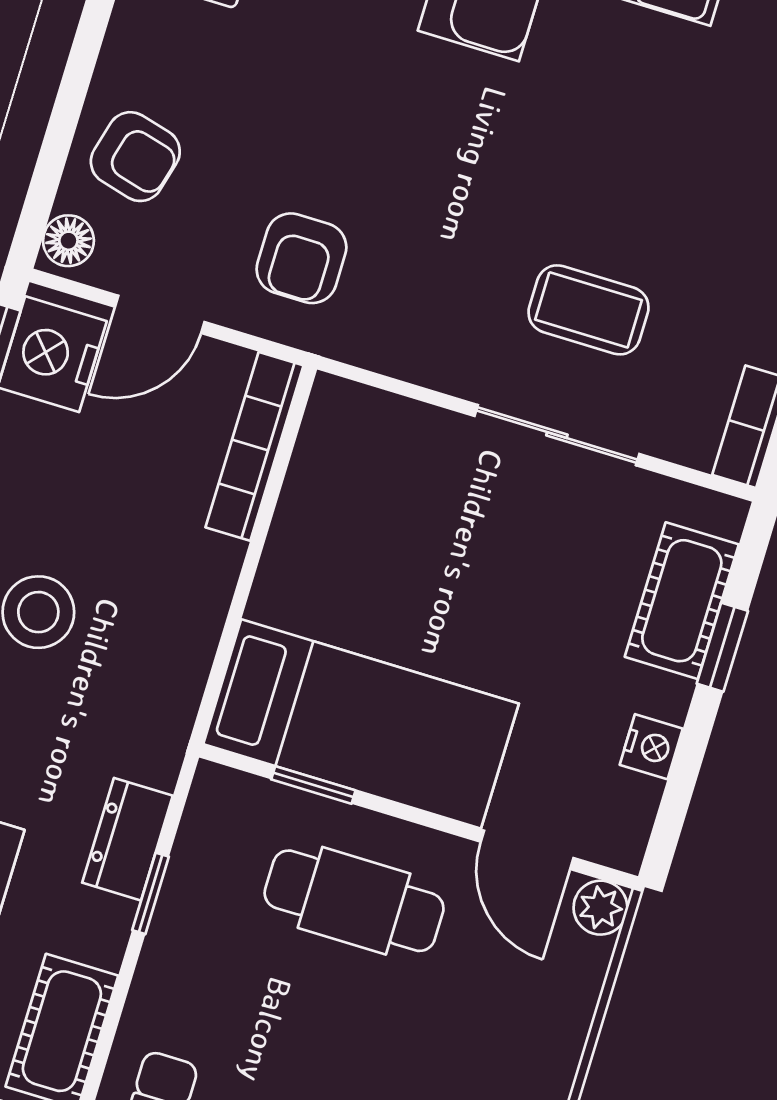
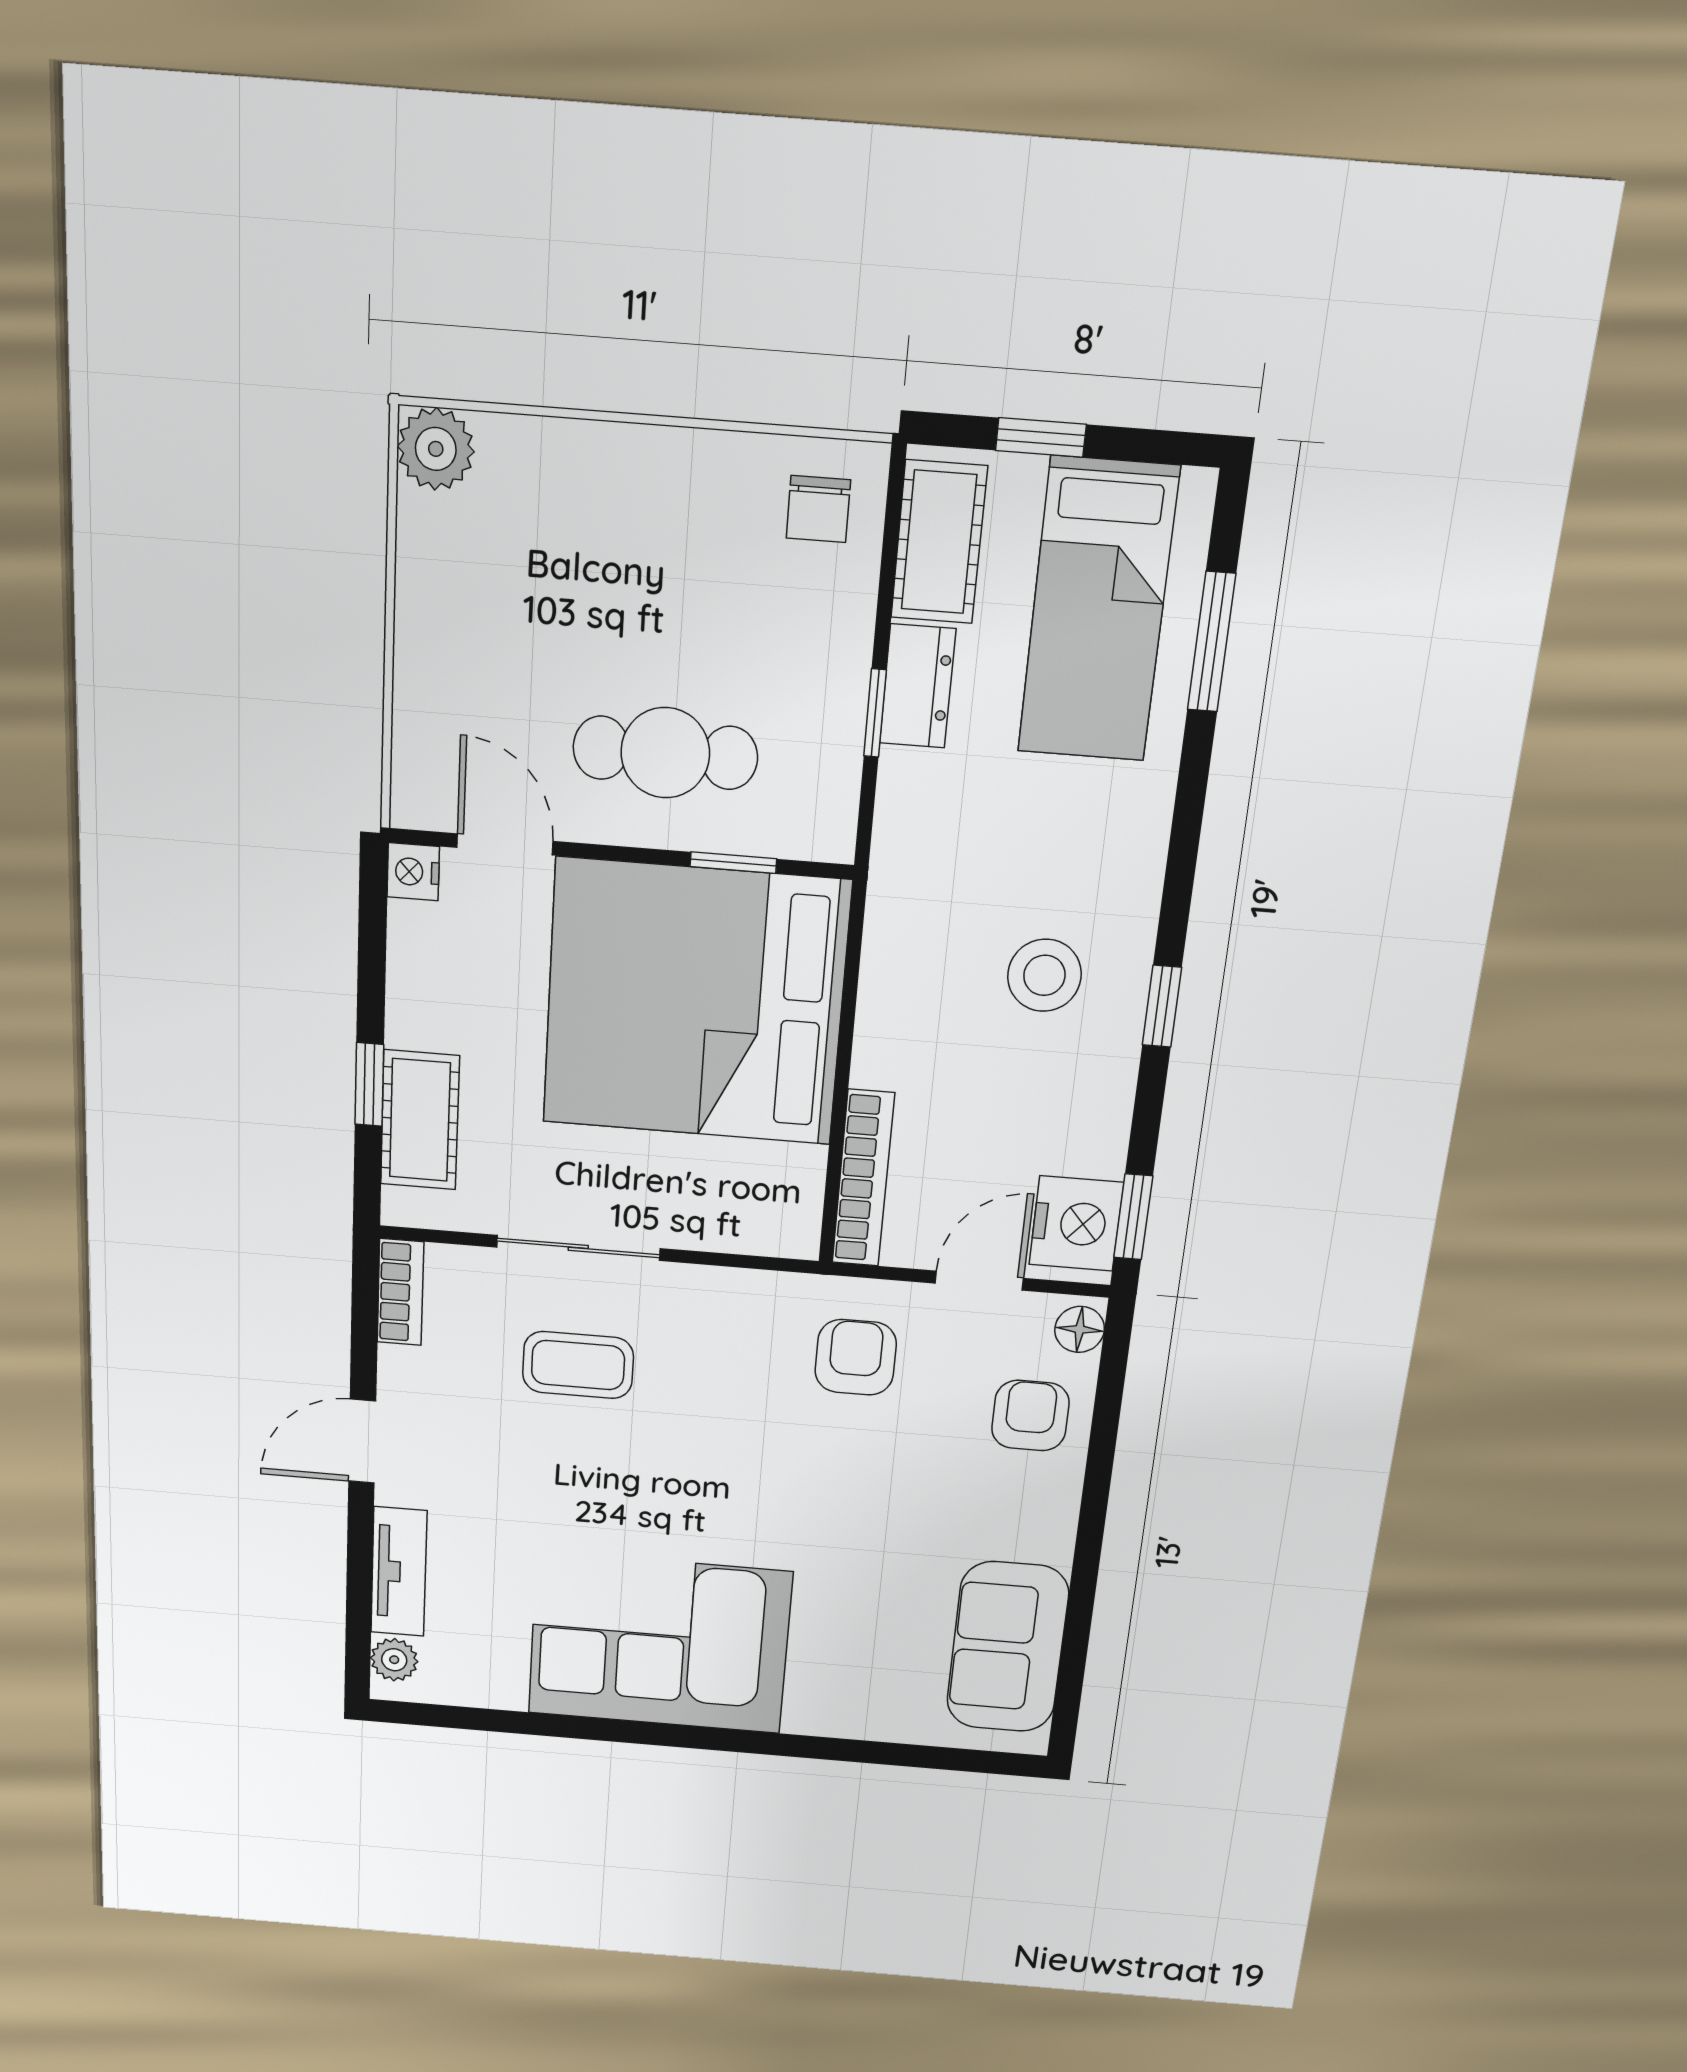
armchair: (135, 157) -> (1030, 1416), turned 75
bed: (361, 724) -> (695, 1003), width x2.04
nightstand: (651, 747) -> (413, 872), moved
dresser: (127, 839) -> (918, 686), moved
plant: (600, 908) -> (417, 802), removed

